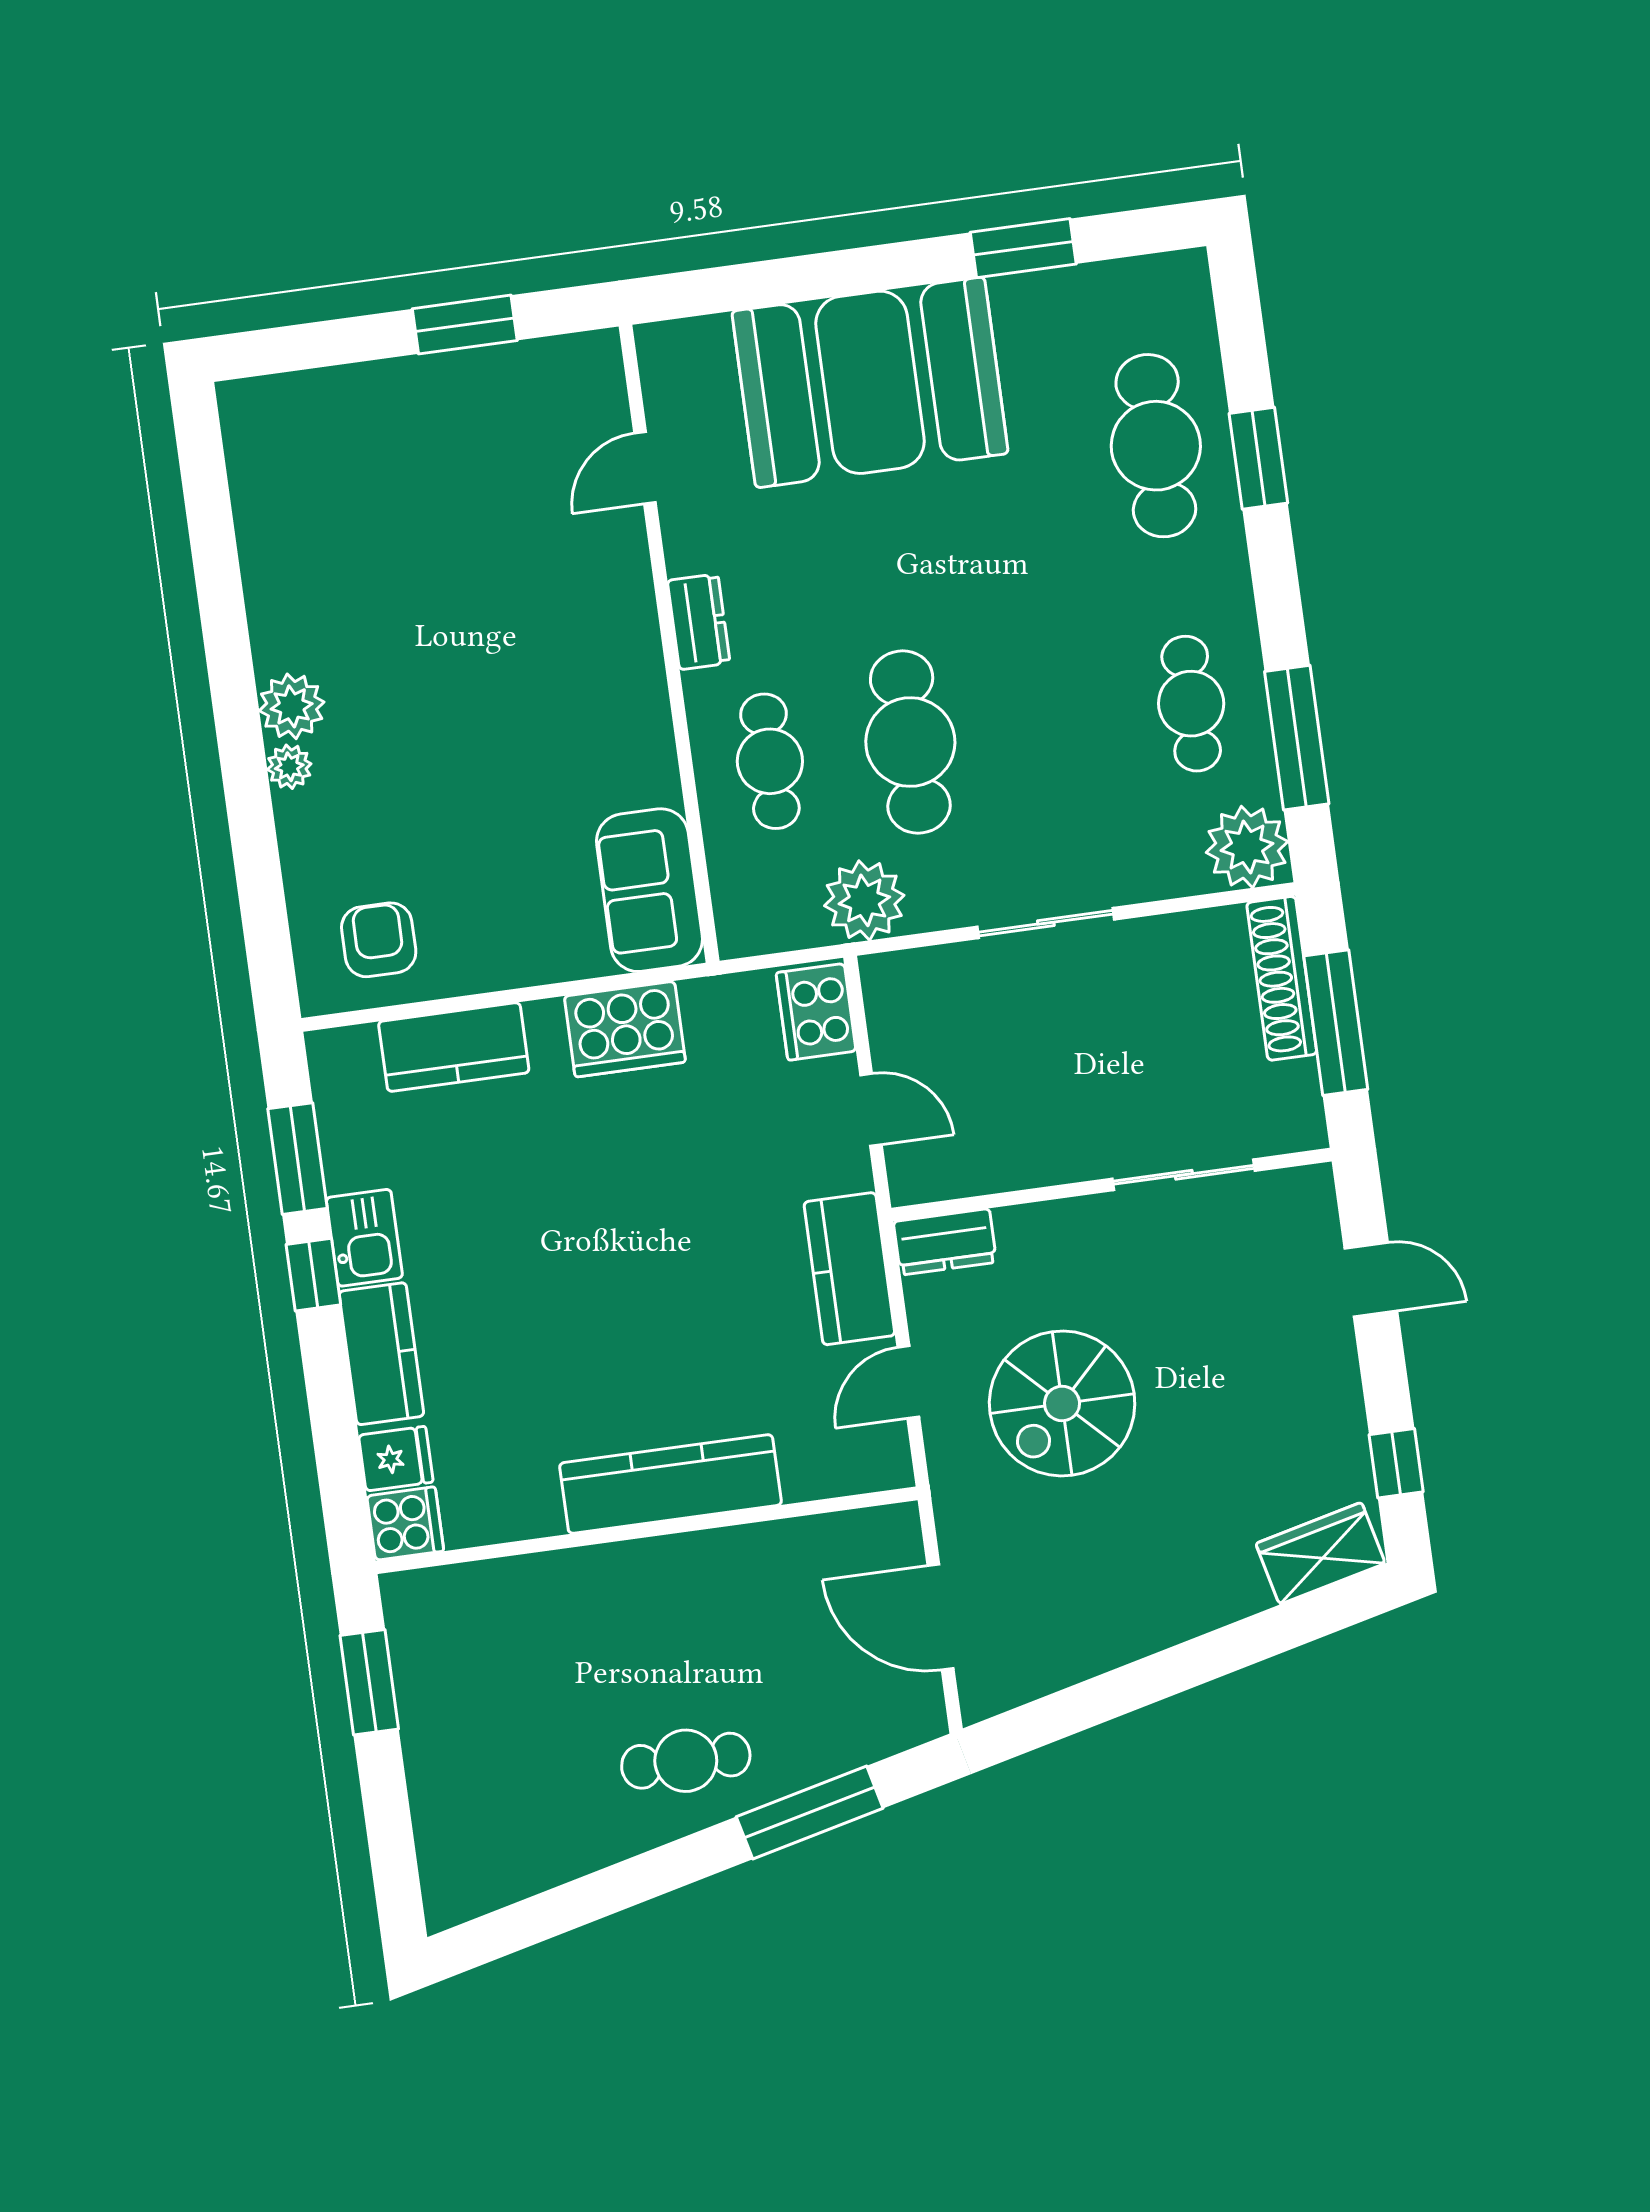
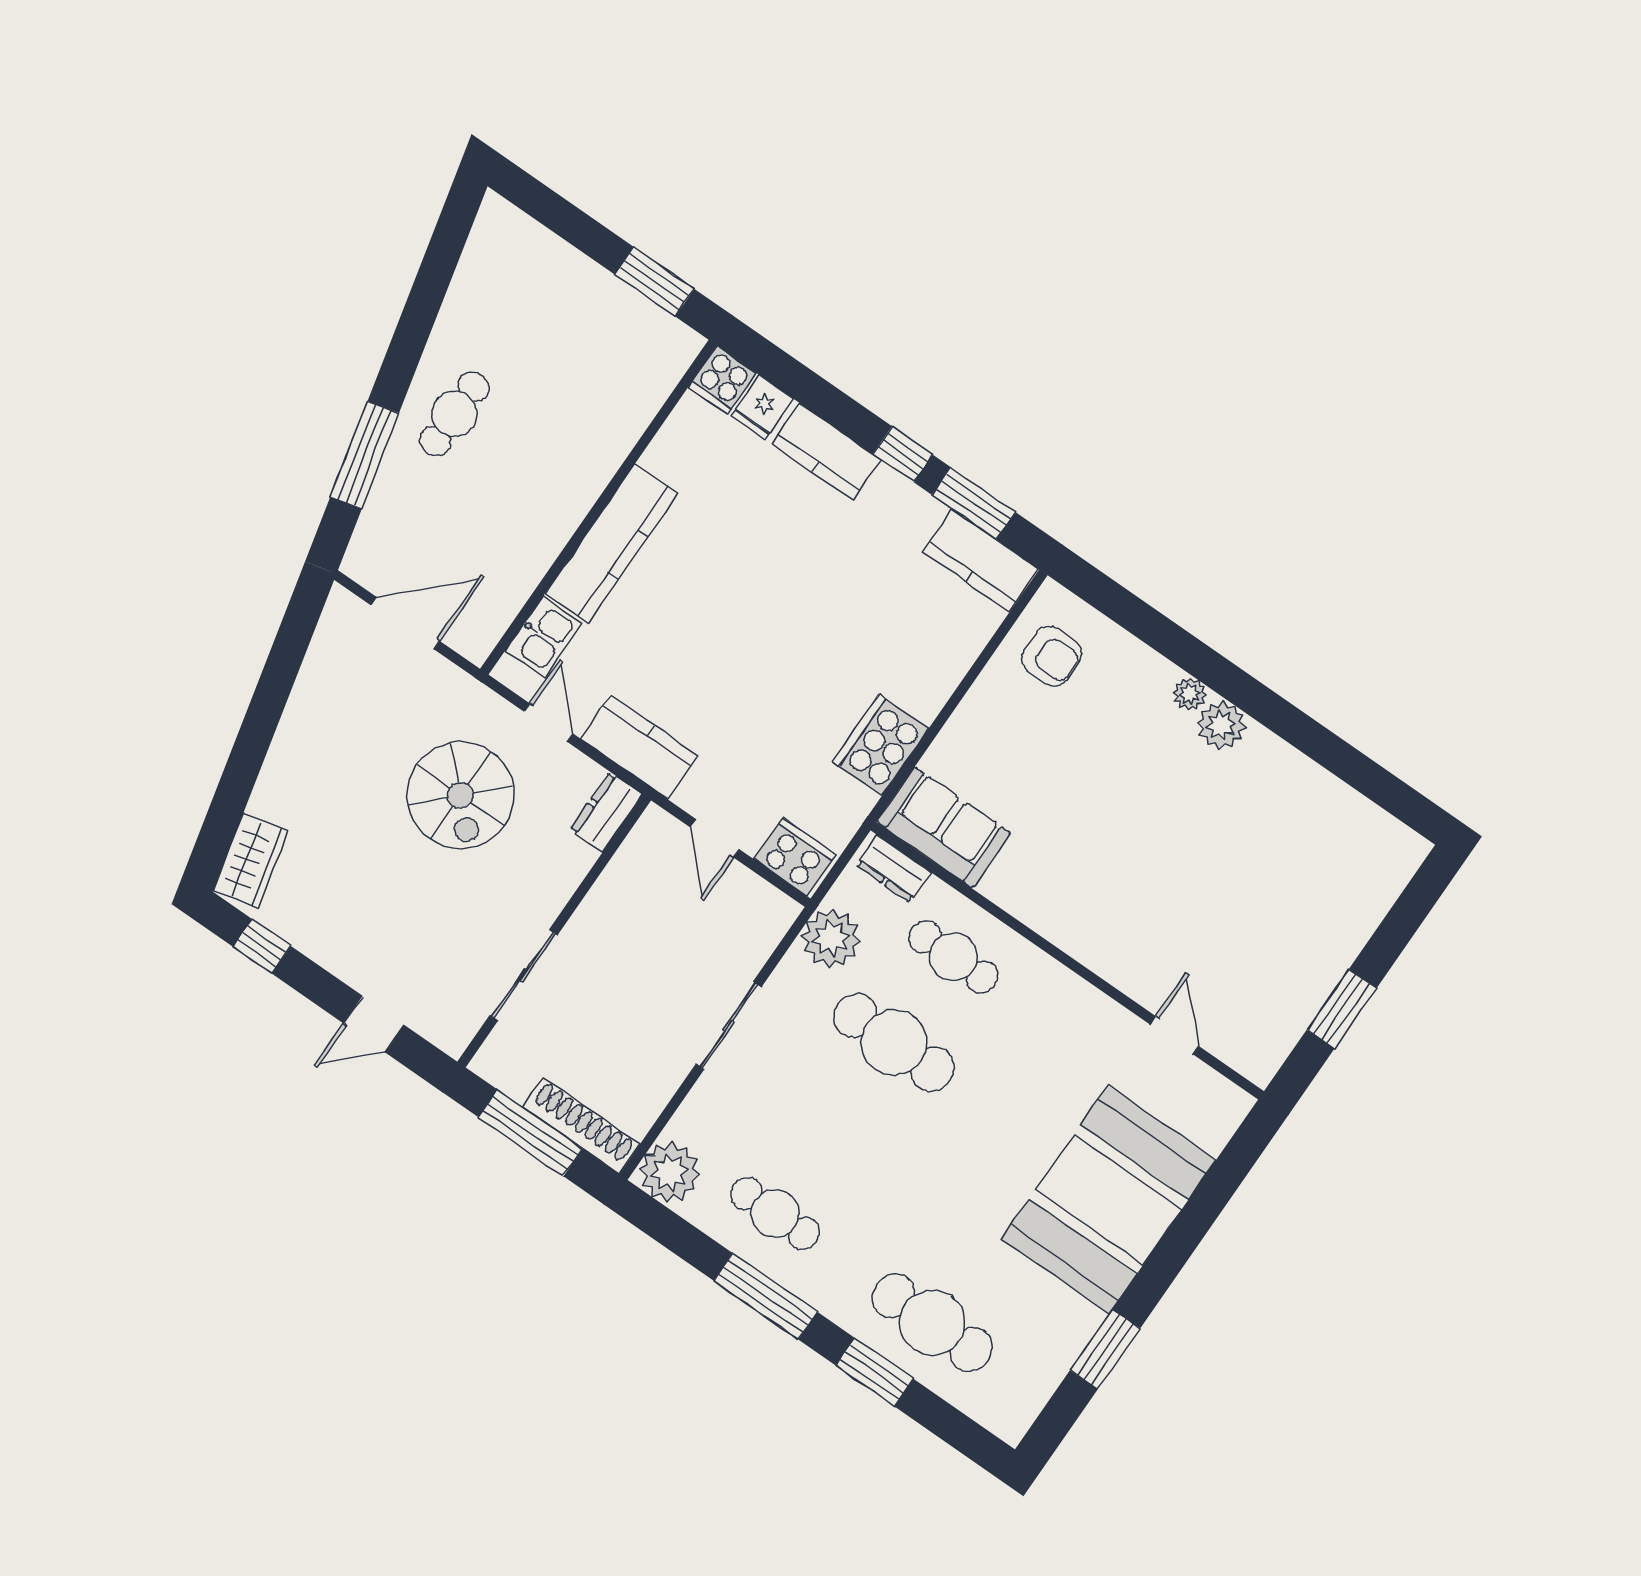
dresser: (699, 622) -> (893, 869), moved
window: (1297, 738) -> (765, 1296), moved
kitchen counter: (454, 1047) -> (980, 561), moved, turned -90
door: (871, 1110) -> (715, 838), hinge flipped
kitchen sink: (364, 1238) -> (544, 637), moved, turned -90
spiral stairs: (1062, 1403) -> (460, 795), turned 180

